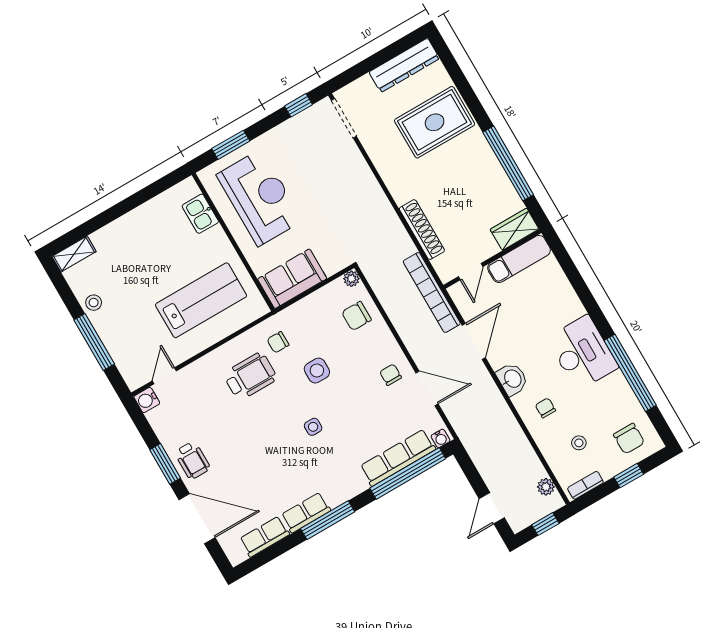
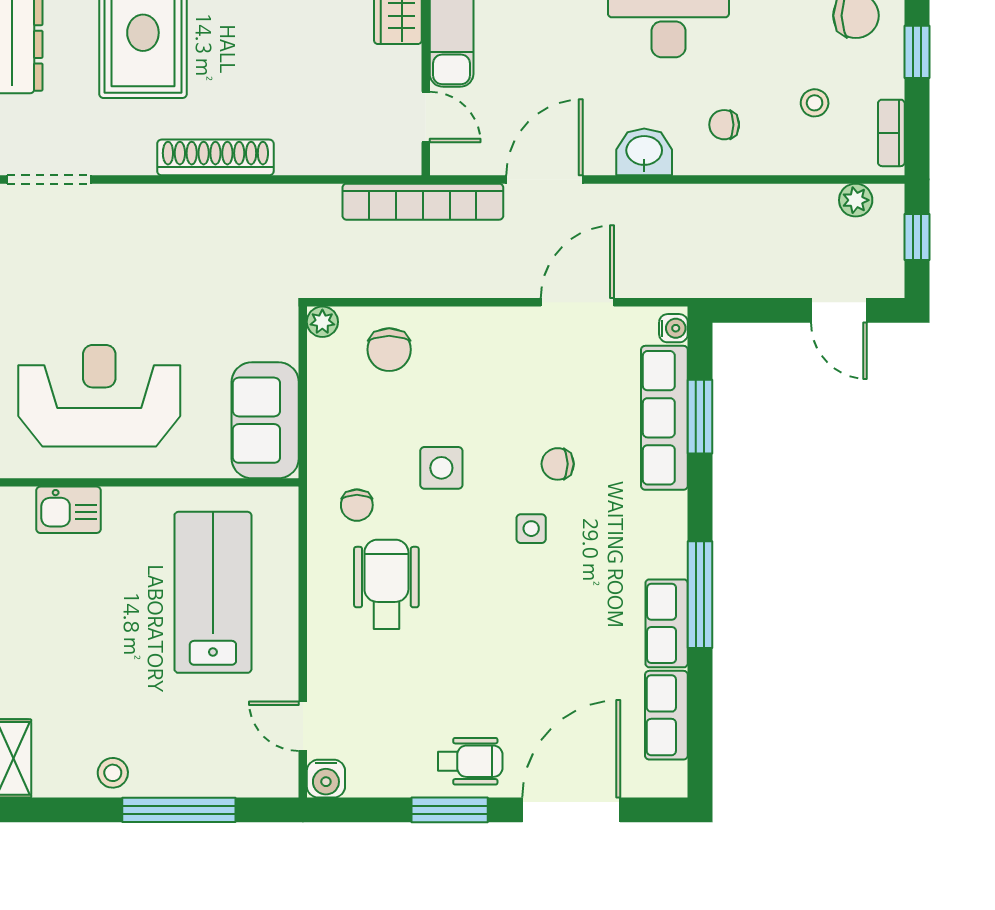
shoe rack: (422, 230) -> (215, 157), moved
door: (474, 341) -> (545, 179), hinge flipped
chair: (391, 375) -> (558, 464), moved
window: (408, 473) -> (700, 417), width x0.47

